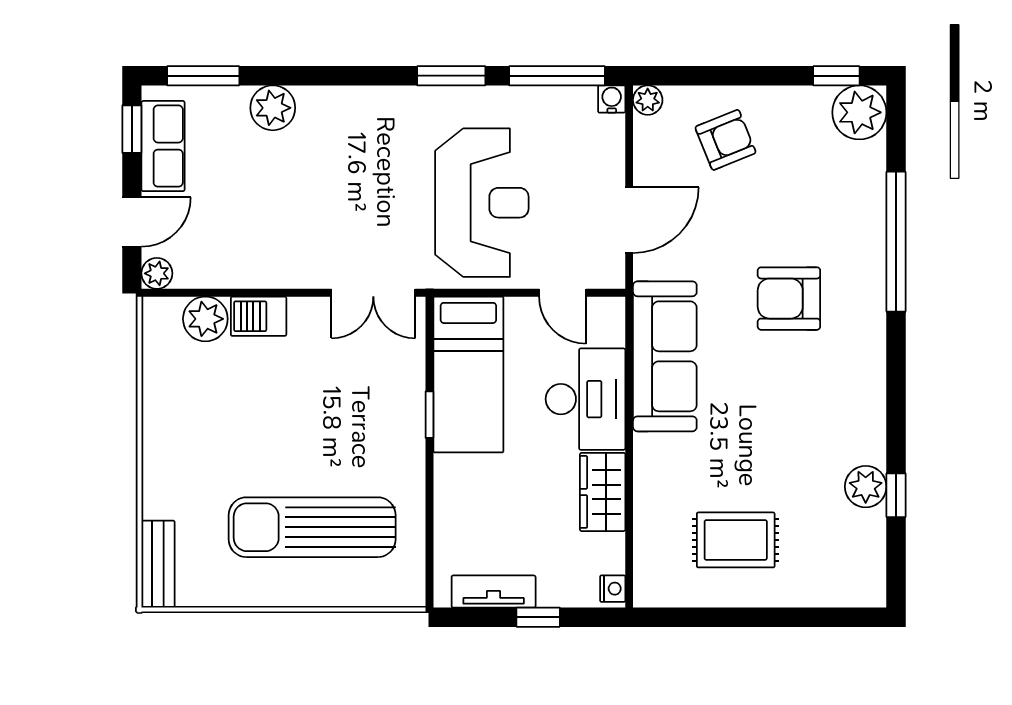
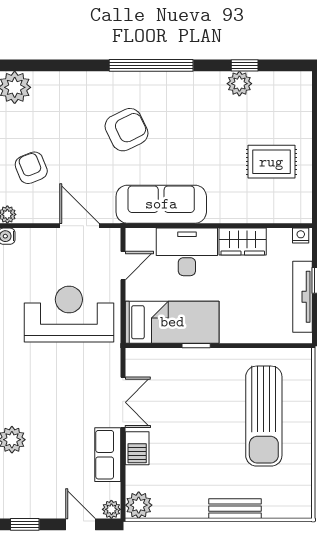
row of seats: (163, 146) -> (108, 455), moved, turned -90
window: (896, 242) -> (151, 65), moved
double door: (373, 293) -> (123, 402), moved
armchair: (789, 299) -> (126, 130), turned -116
plant: (205, 319) -> (139, 505), moved
rug: (736, 540) -> (271, 162), turned 90
bench: (158, 564) -> (235, 509), moved
tv unit: (494, 592) -> (302, 297), width x1.41

